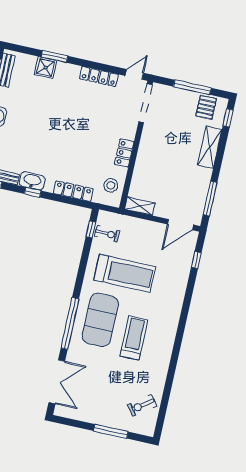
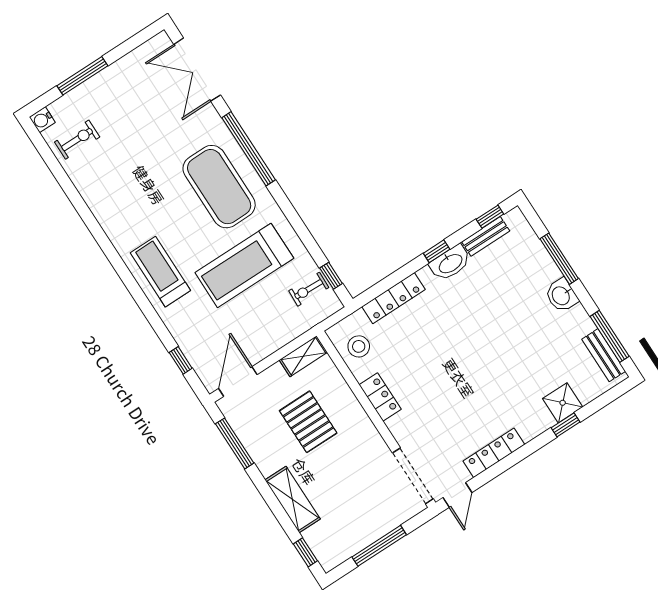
window: (54, 56) -> (565, 425), width x0.67
pallet: (206, 107) -> (308, 422), moved, width x1.50, depth x1.42
treadmill: (134, 338) -> (160, 272), moved, turned 180
exercise bike: (142, 405) -> (77, 140), turned 36
water cooler: (149, 430) -> (42, 120), added

